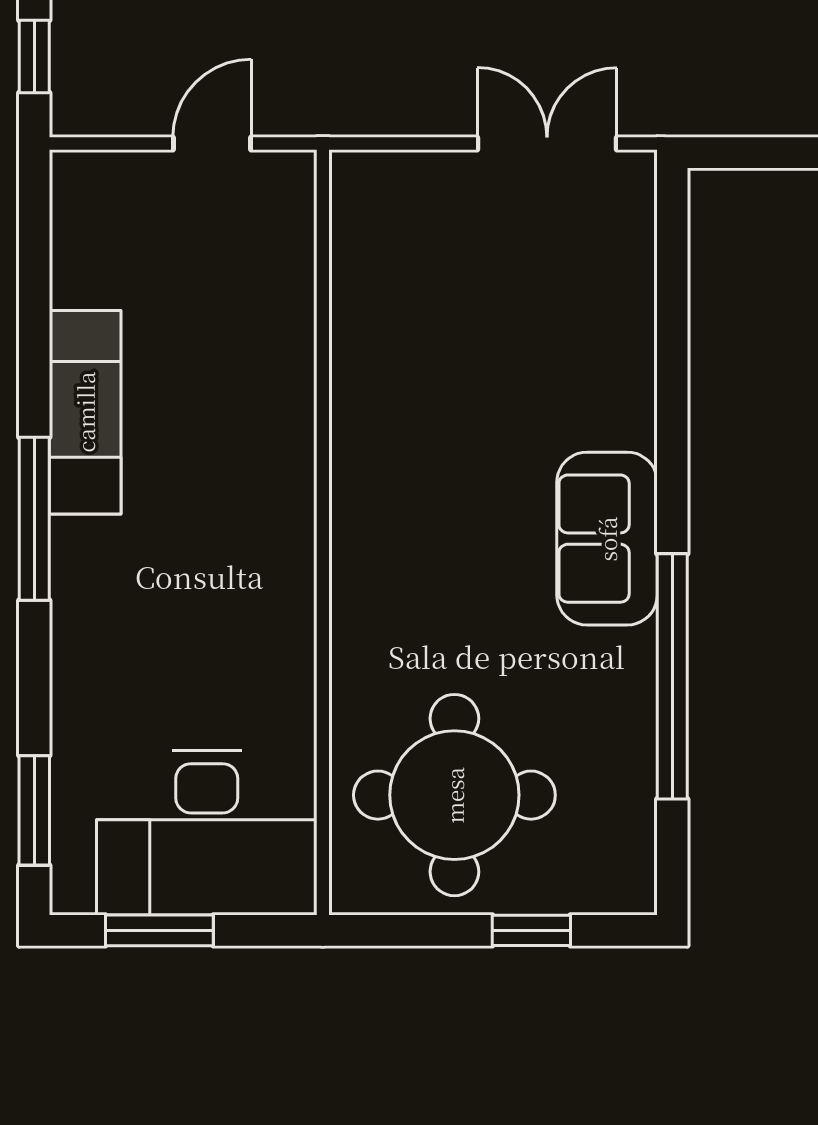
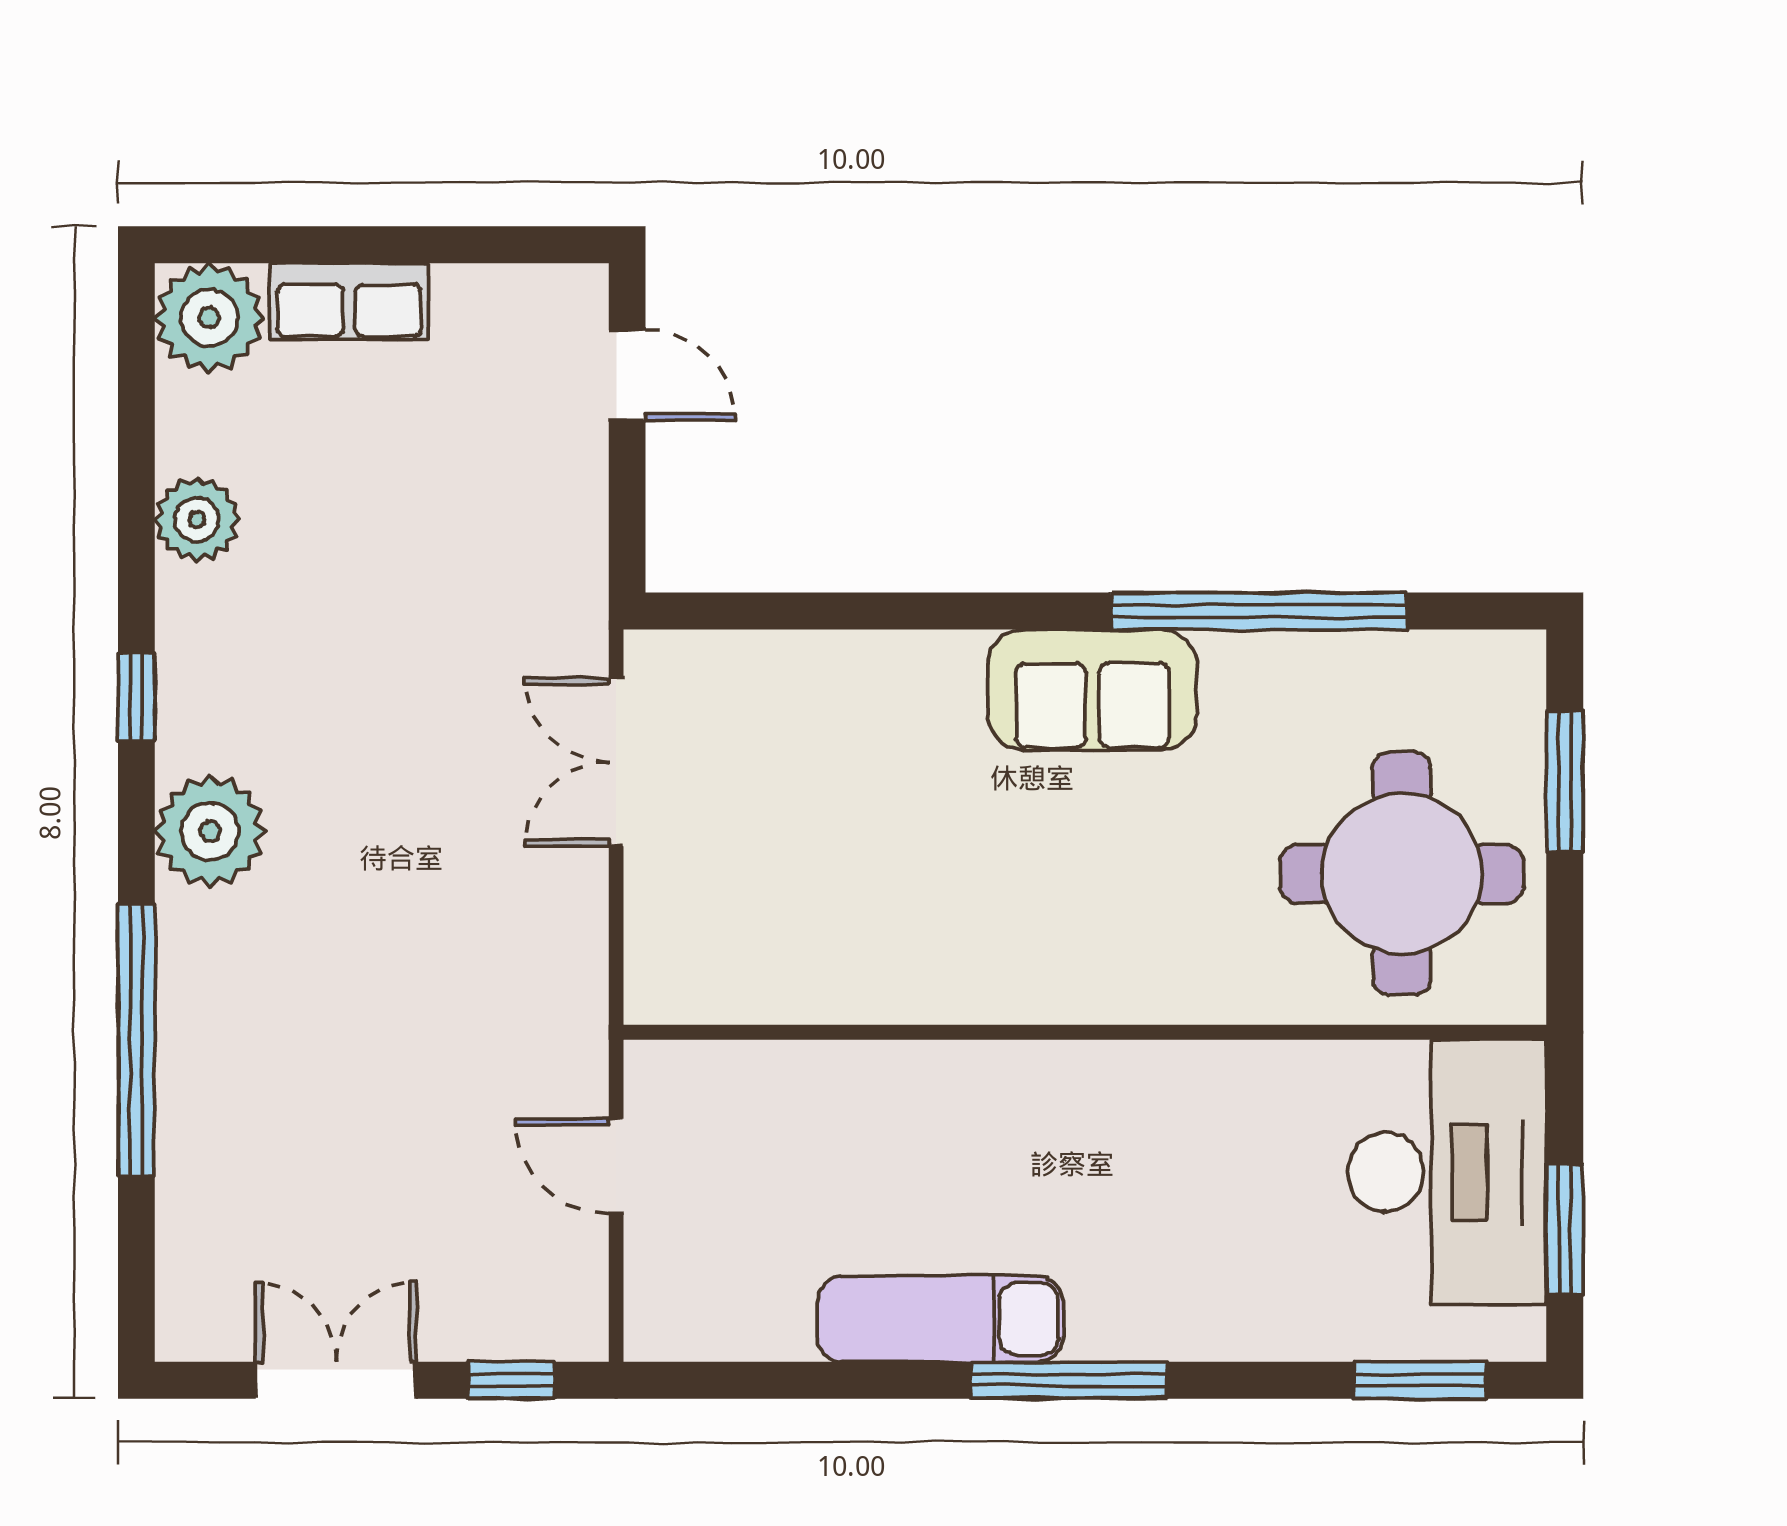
window: (531, 930) -> (1565, 781), width x1.50

